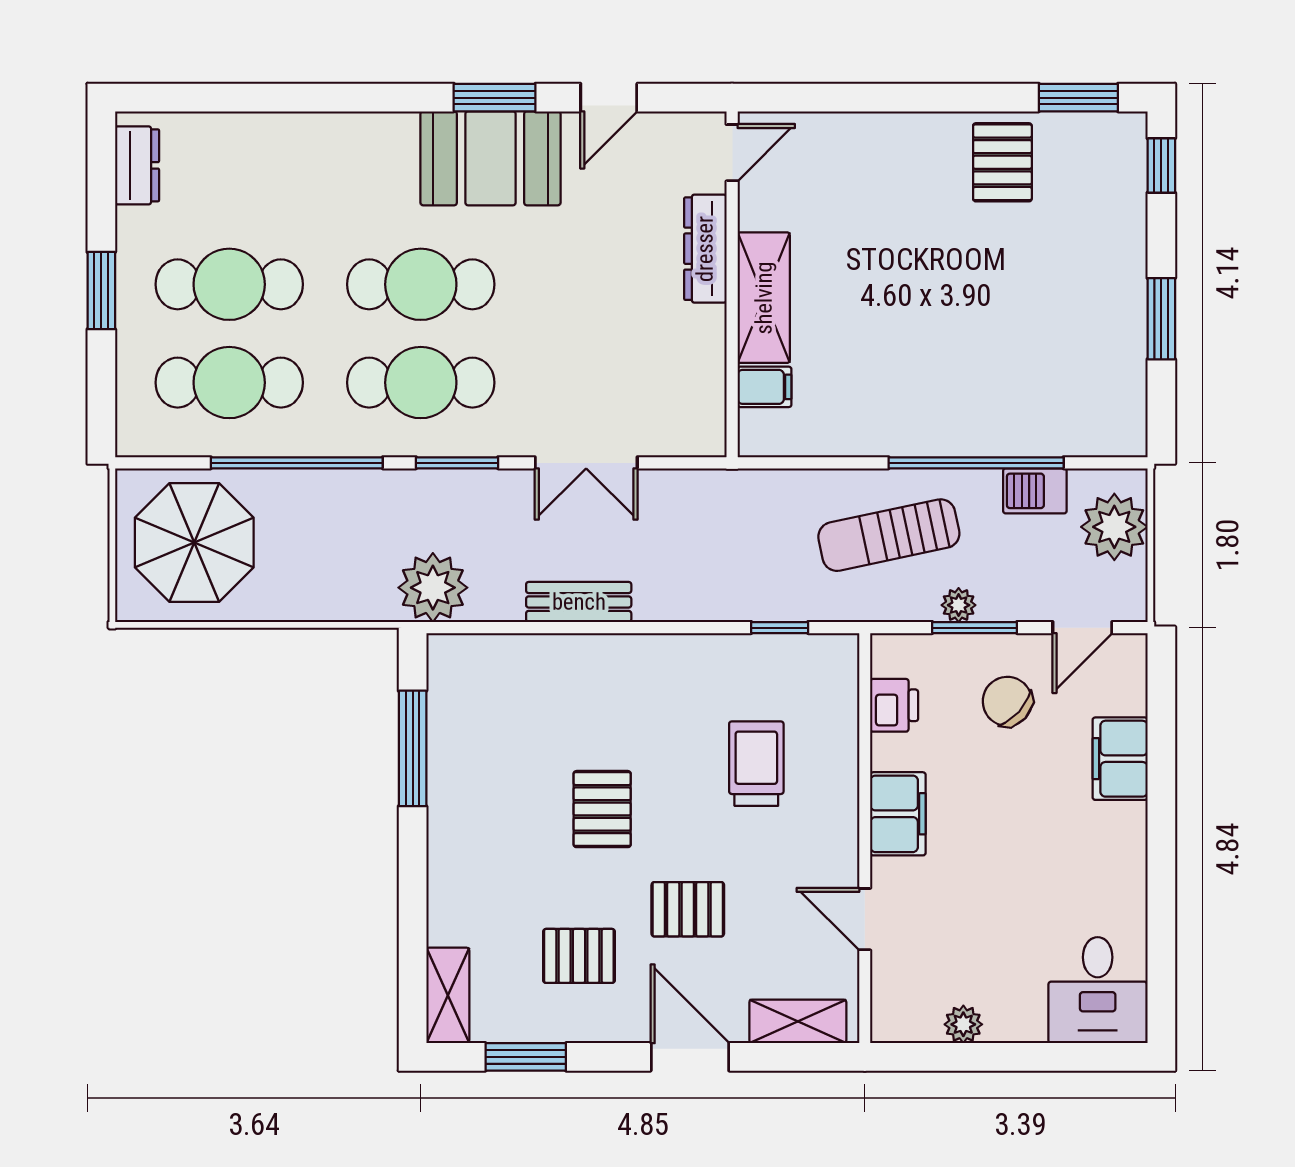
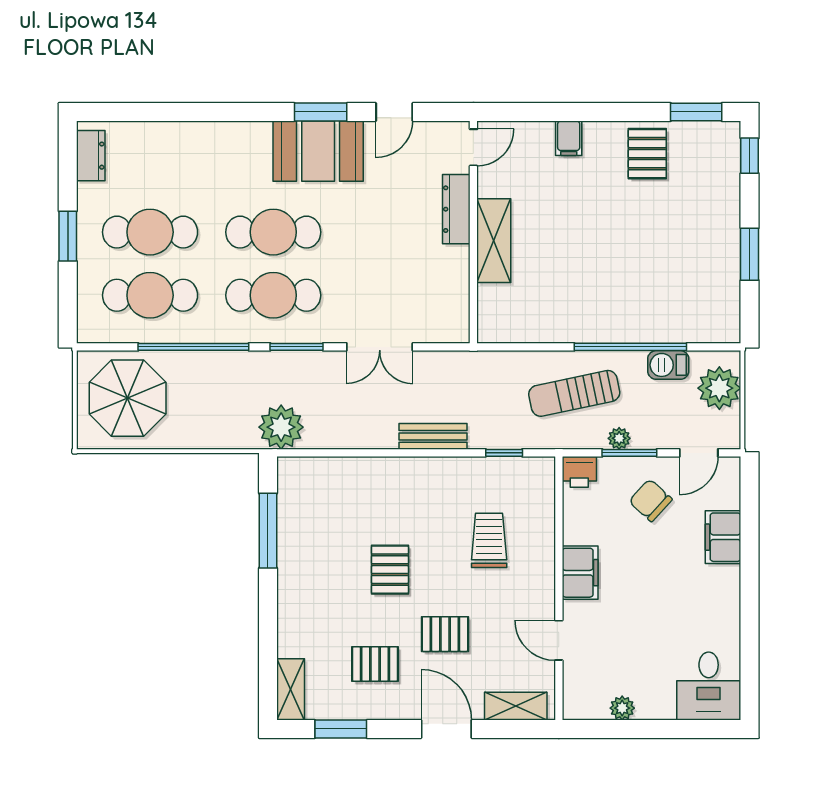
filing cabinet: (764, 387) -> (569, 138), moved, turned 90
bench: (579, 602) -> (433, 436), moved
printer: (894, 705) -> (579, 472), moved, turned 90

